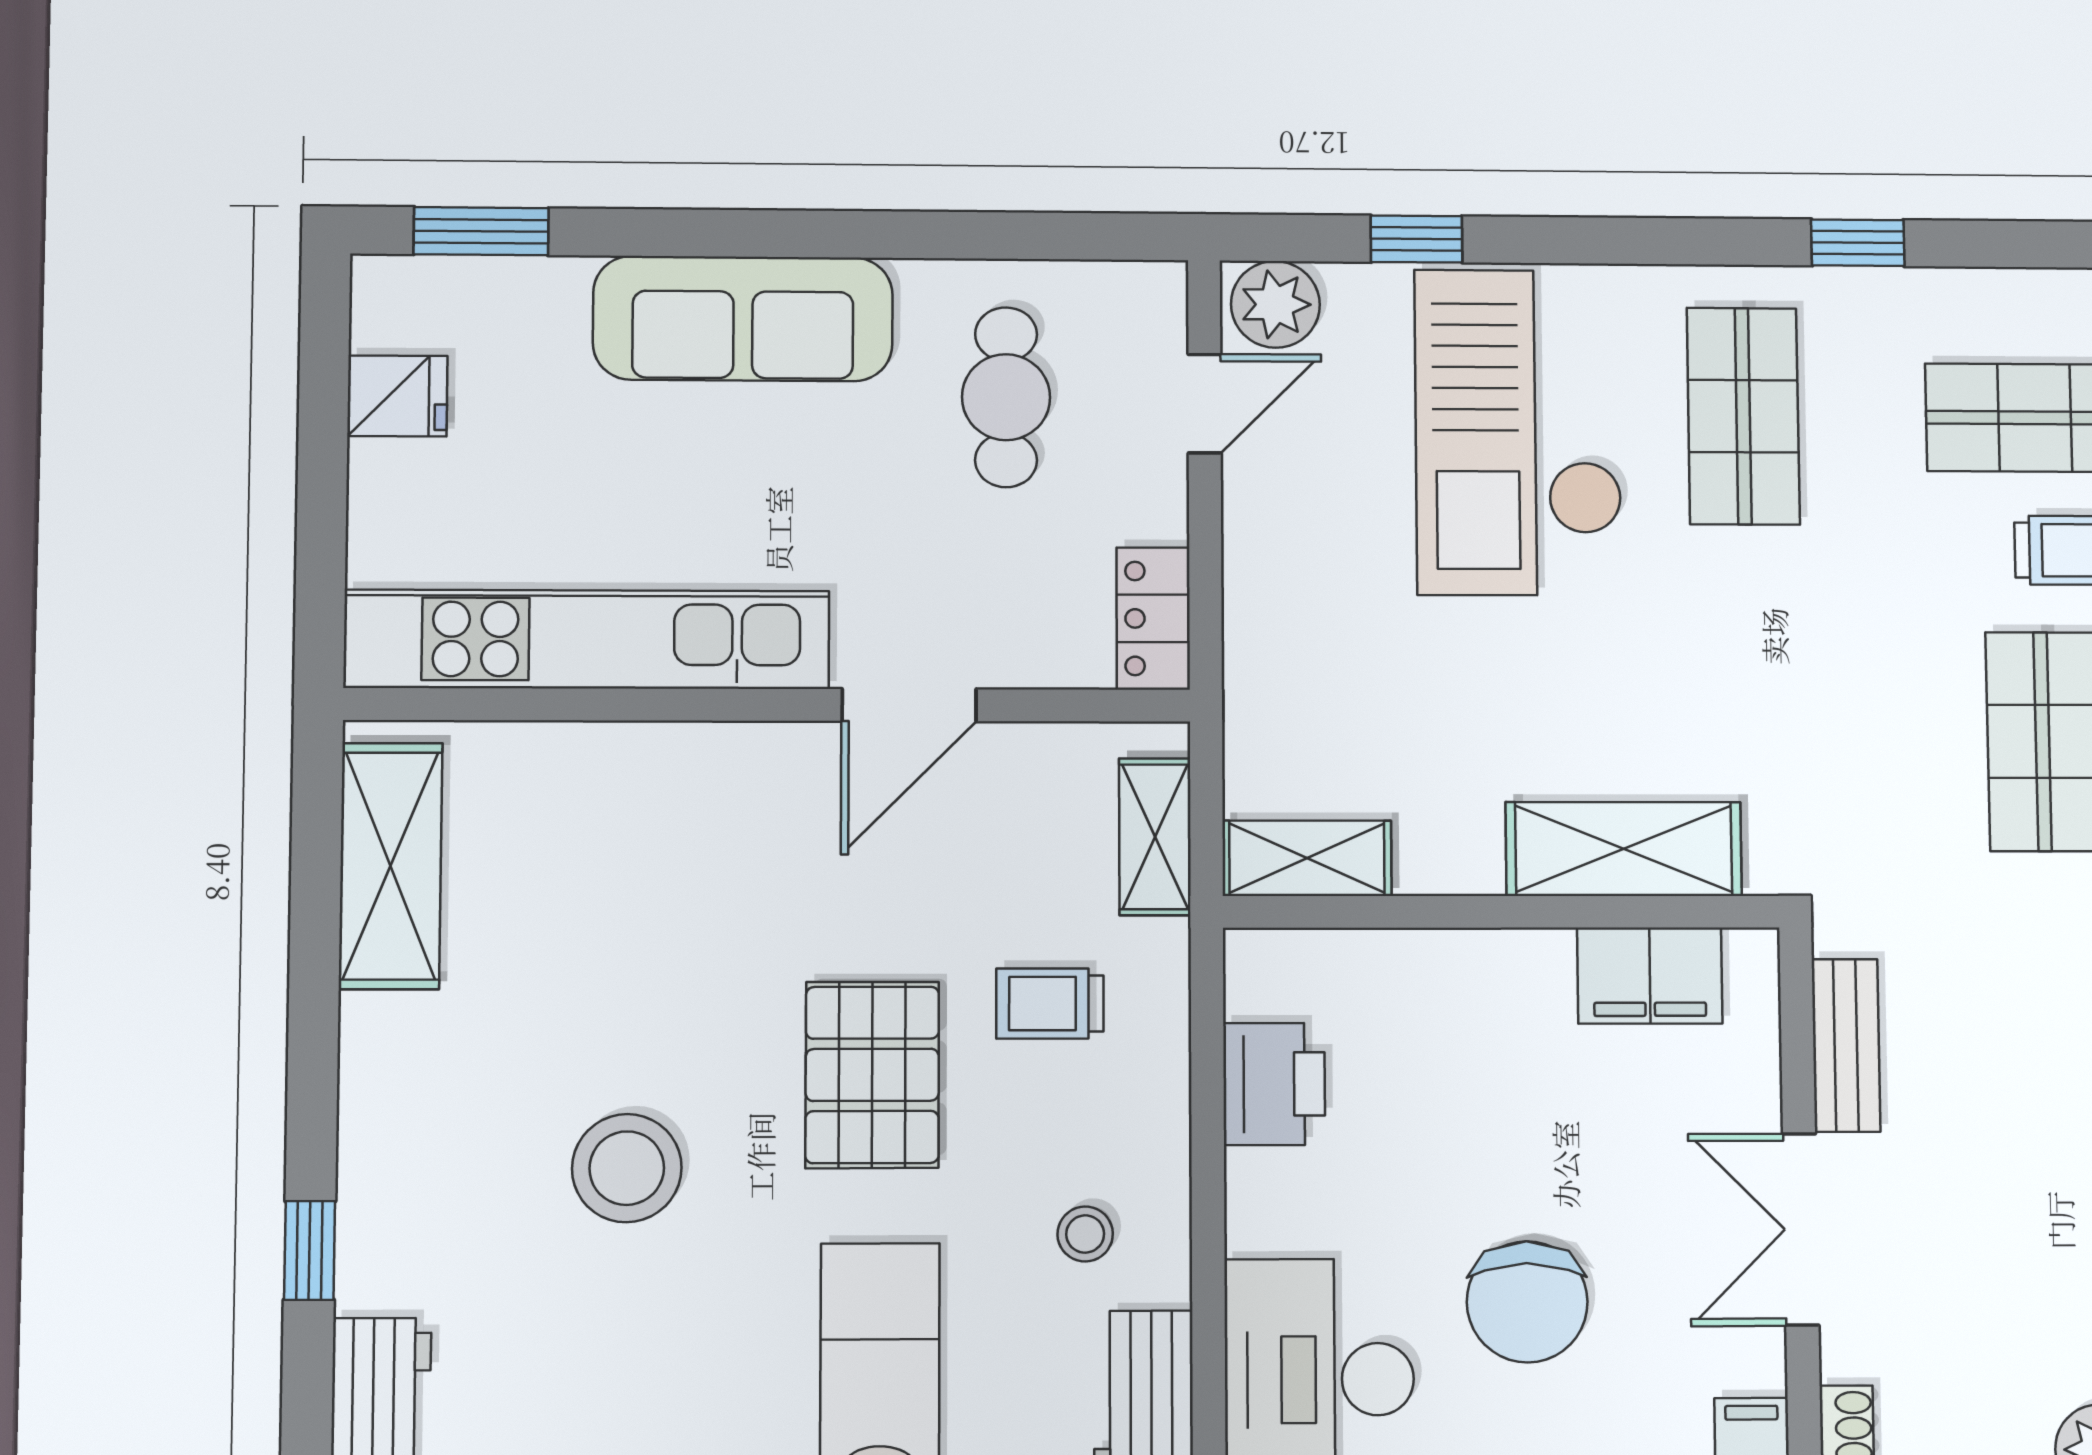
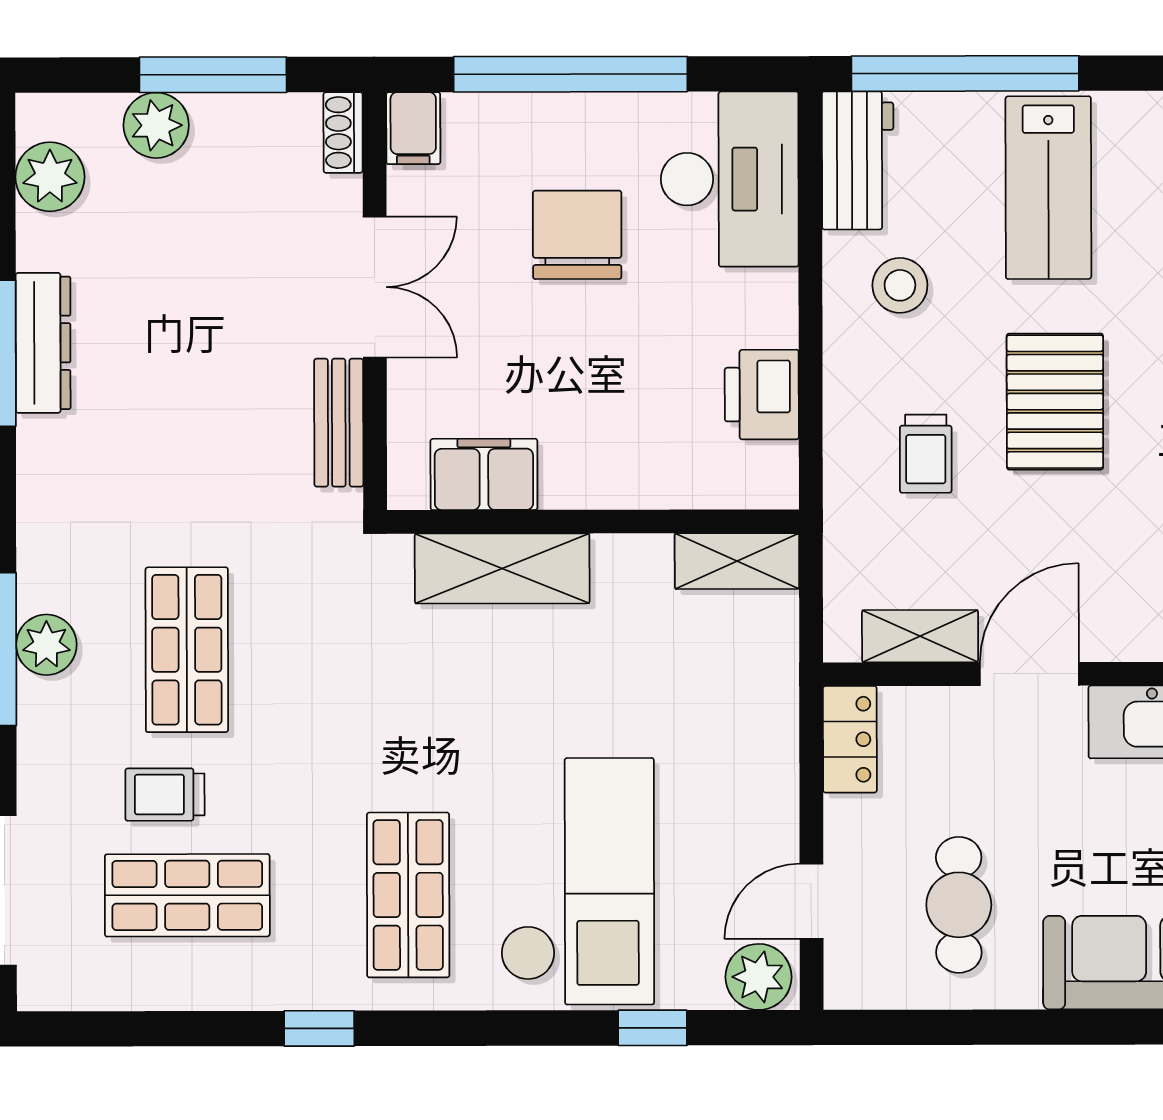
shelving: (1155, 837) -> (920, 636), moved, turned 90
trolley: (1050, 1004) -> (926, 454), turned 90
stool: (1085, 1234) -> (900, 285), width x1.37, depth x1.37

